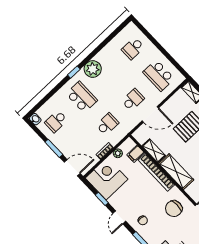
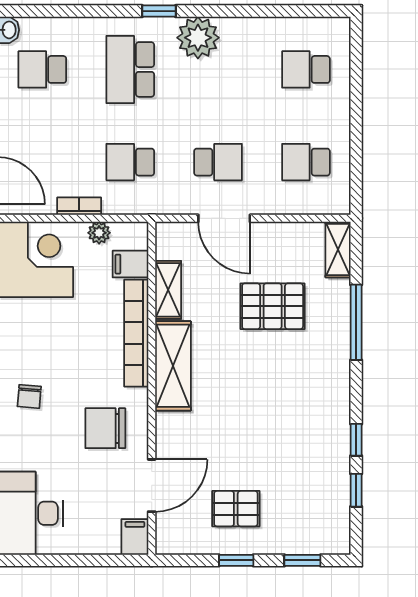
school desk: (159, 75) -> (306, 162), width x0.54
school desk: (82, 97) -> (130, 69), turned 180
school desk: (107, 124) -> (130, 162), turned 180

